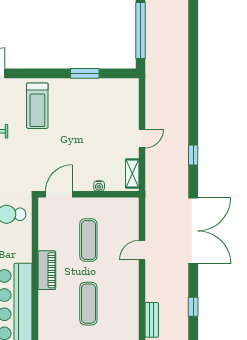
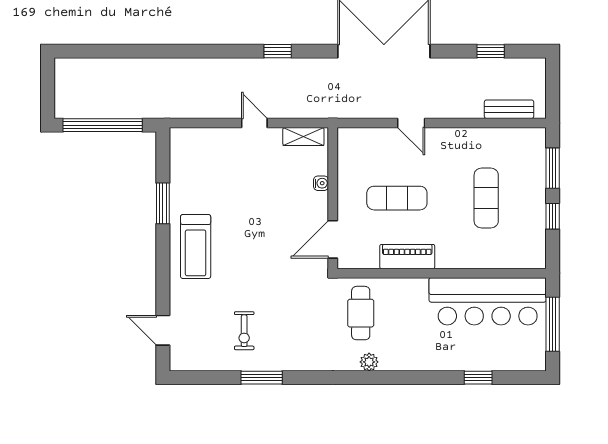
treadmill: (37, 106) -> (196, 246), moved, turned 90
door: (59, 194) -> (333, 239), hinge flipped
piano: (47, 270) -> (407, 257), moved
exercise mat: (88, 304) -> (486, 198), turned 90

